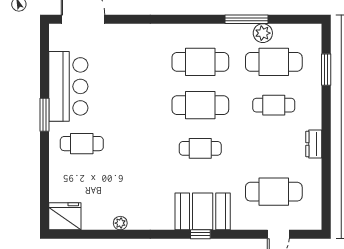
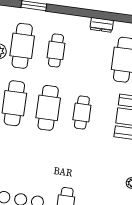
dresser: (314, 144) -> (102, 25), moved

